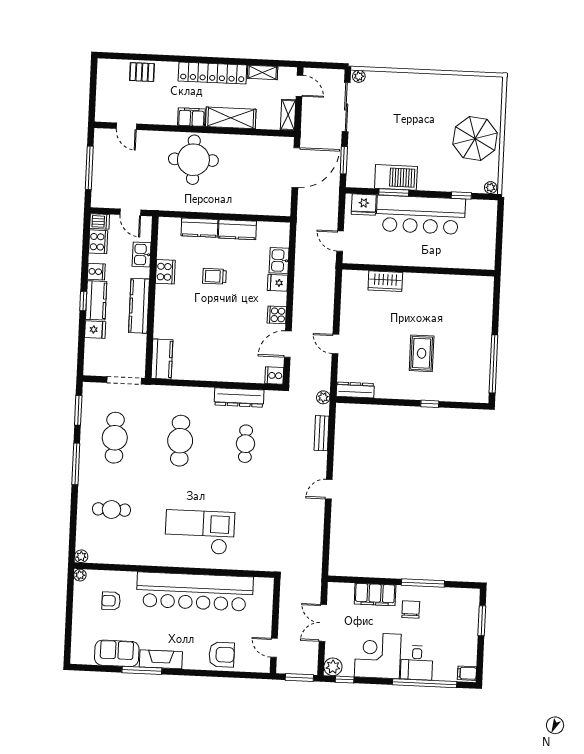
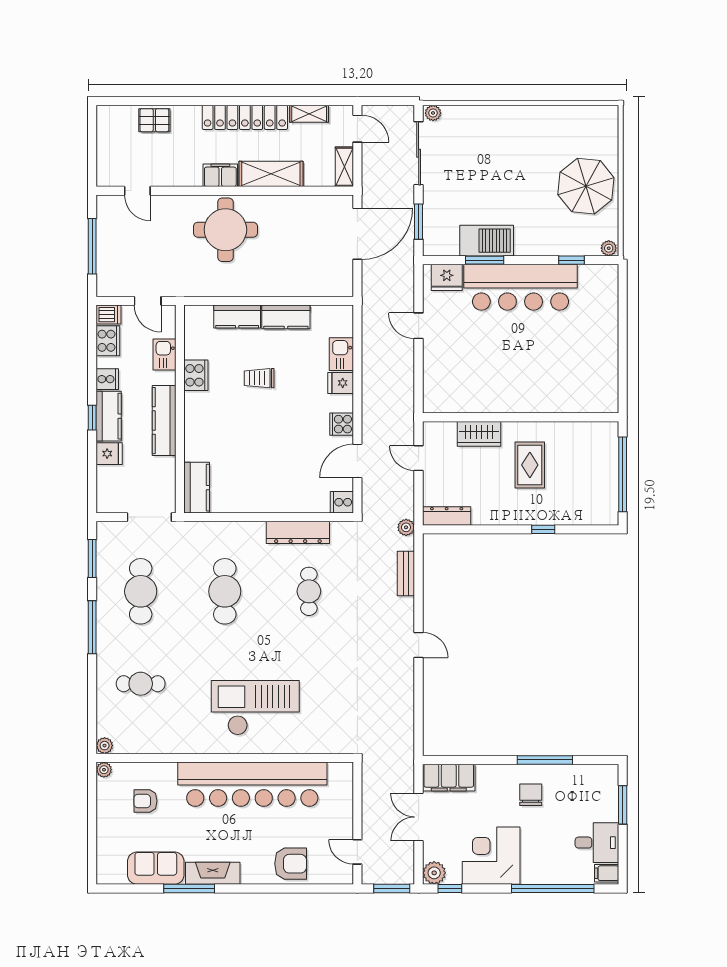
wall: (418, 270) -> (521, 417), moved
wardrobe: (385, 281) -> (479, 434), moved
door: (329, 489) -> (419, 645), swing flipped
filing cabinet: (375, 595) -> (449, 778), moved
desk: (417, 663) -> (597, 843), moved, turned -90

